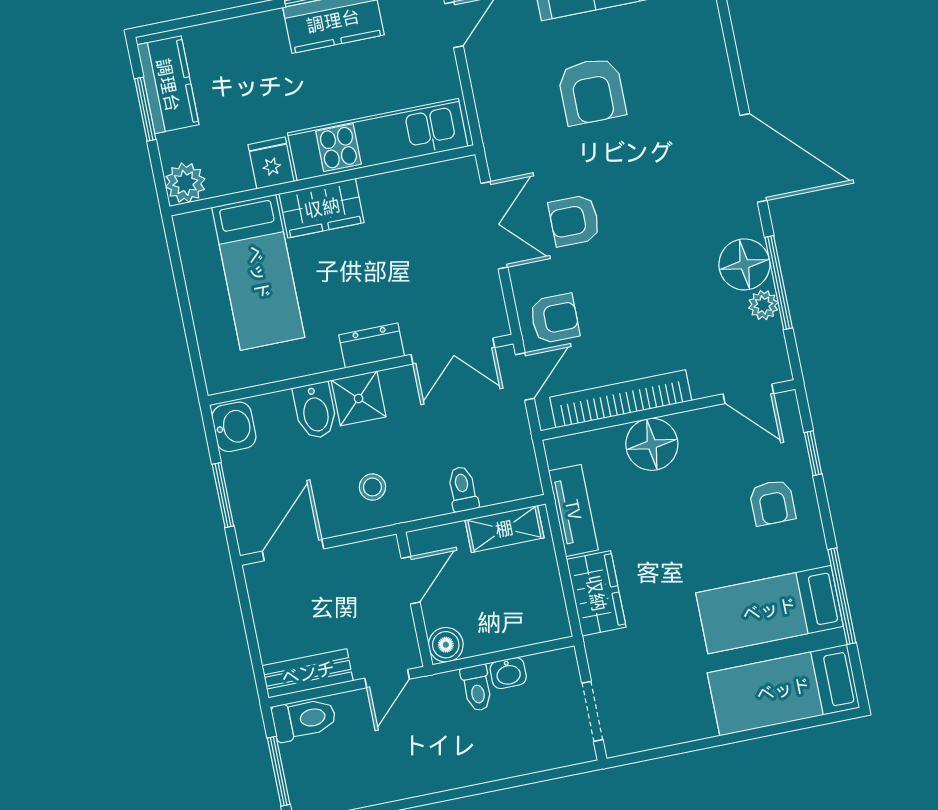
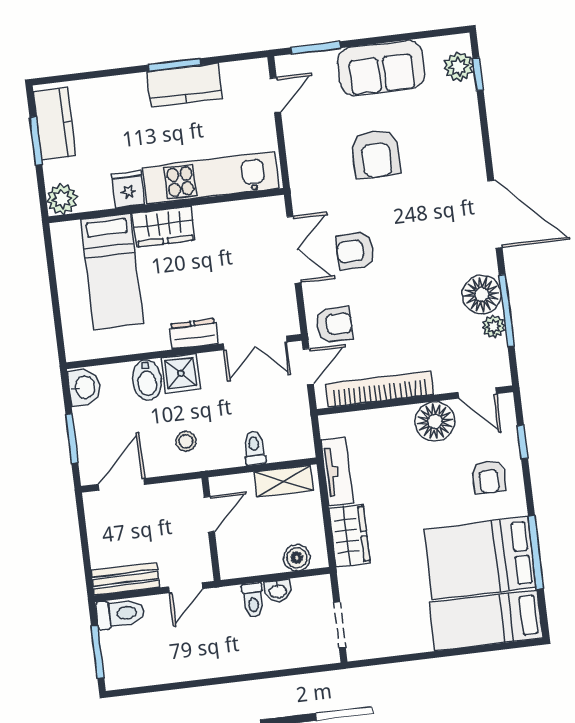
floor lamp: (652, 444) -> (435, 421), moved
bed: (769, 610) -> (480, 558), width x1.50
boiler: (446, 645) -> (297, 558), moved

